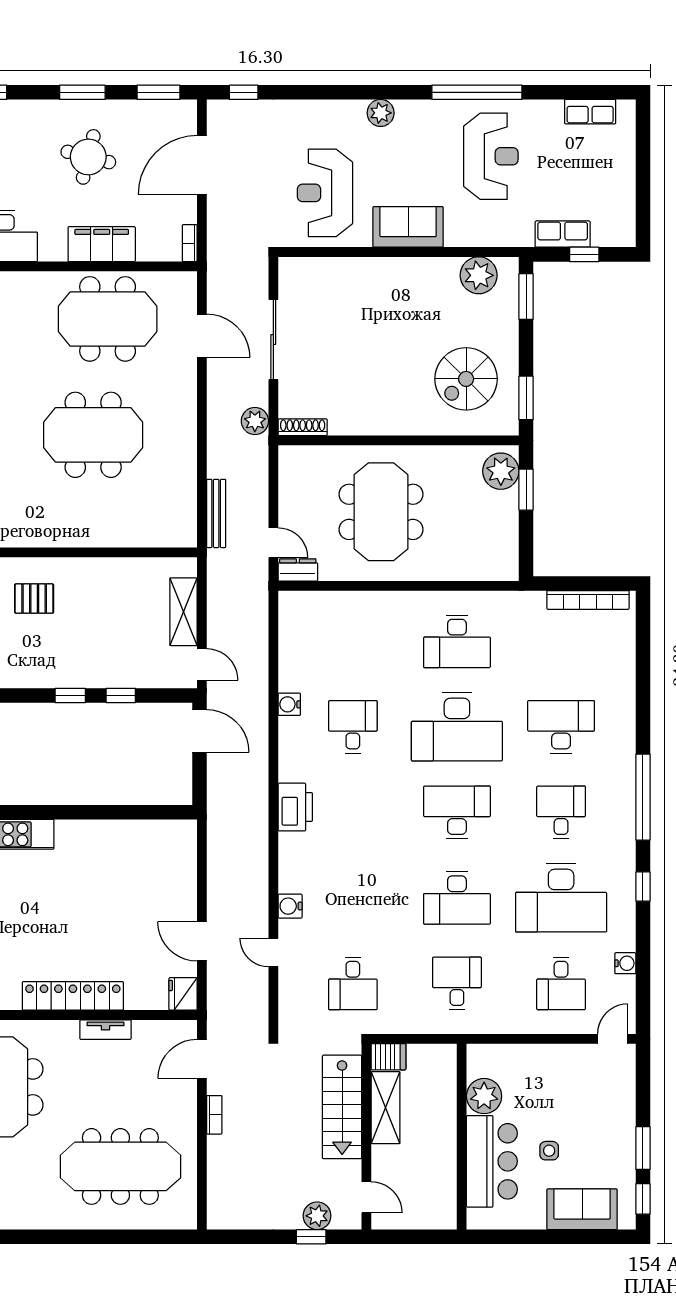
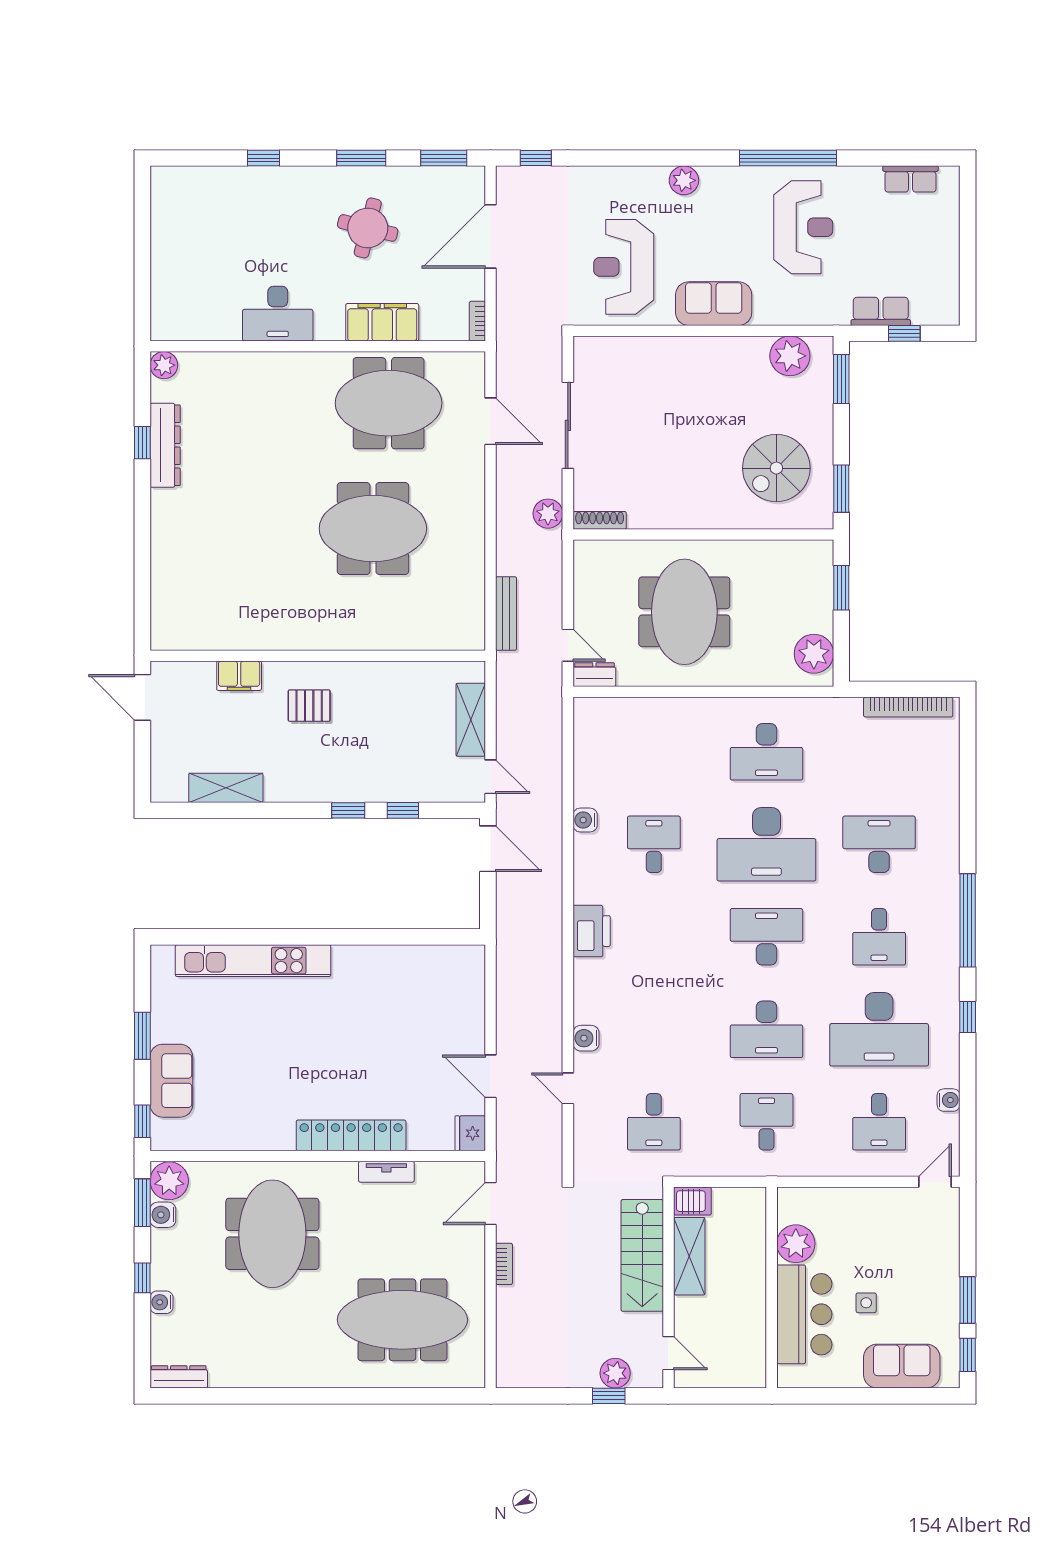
plant: (501, 471) -> (814, 654), moved
desk: (561, 812) -> (879, 937), turned 180

